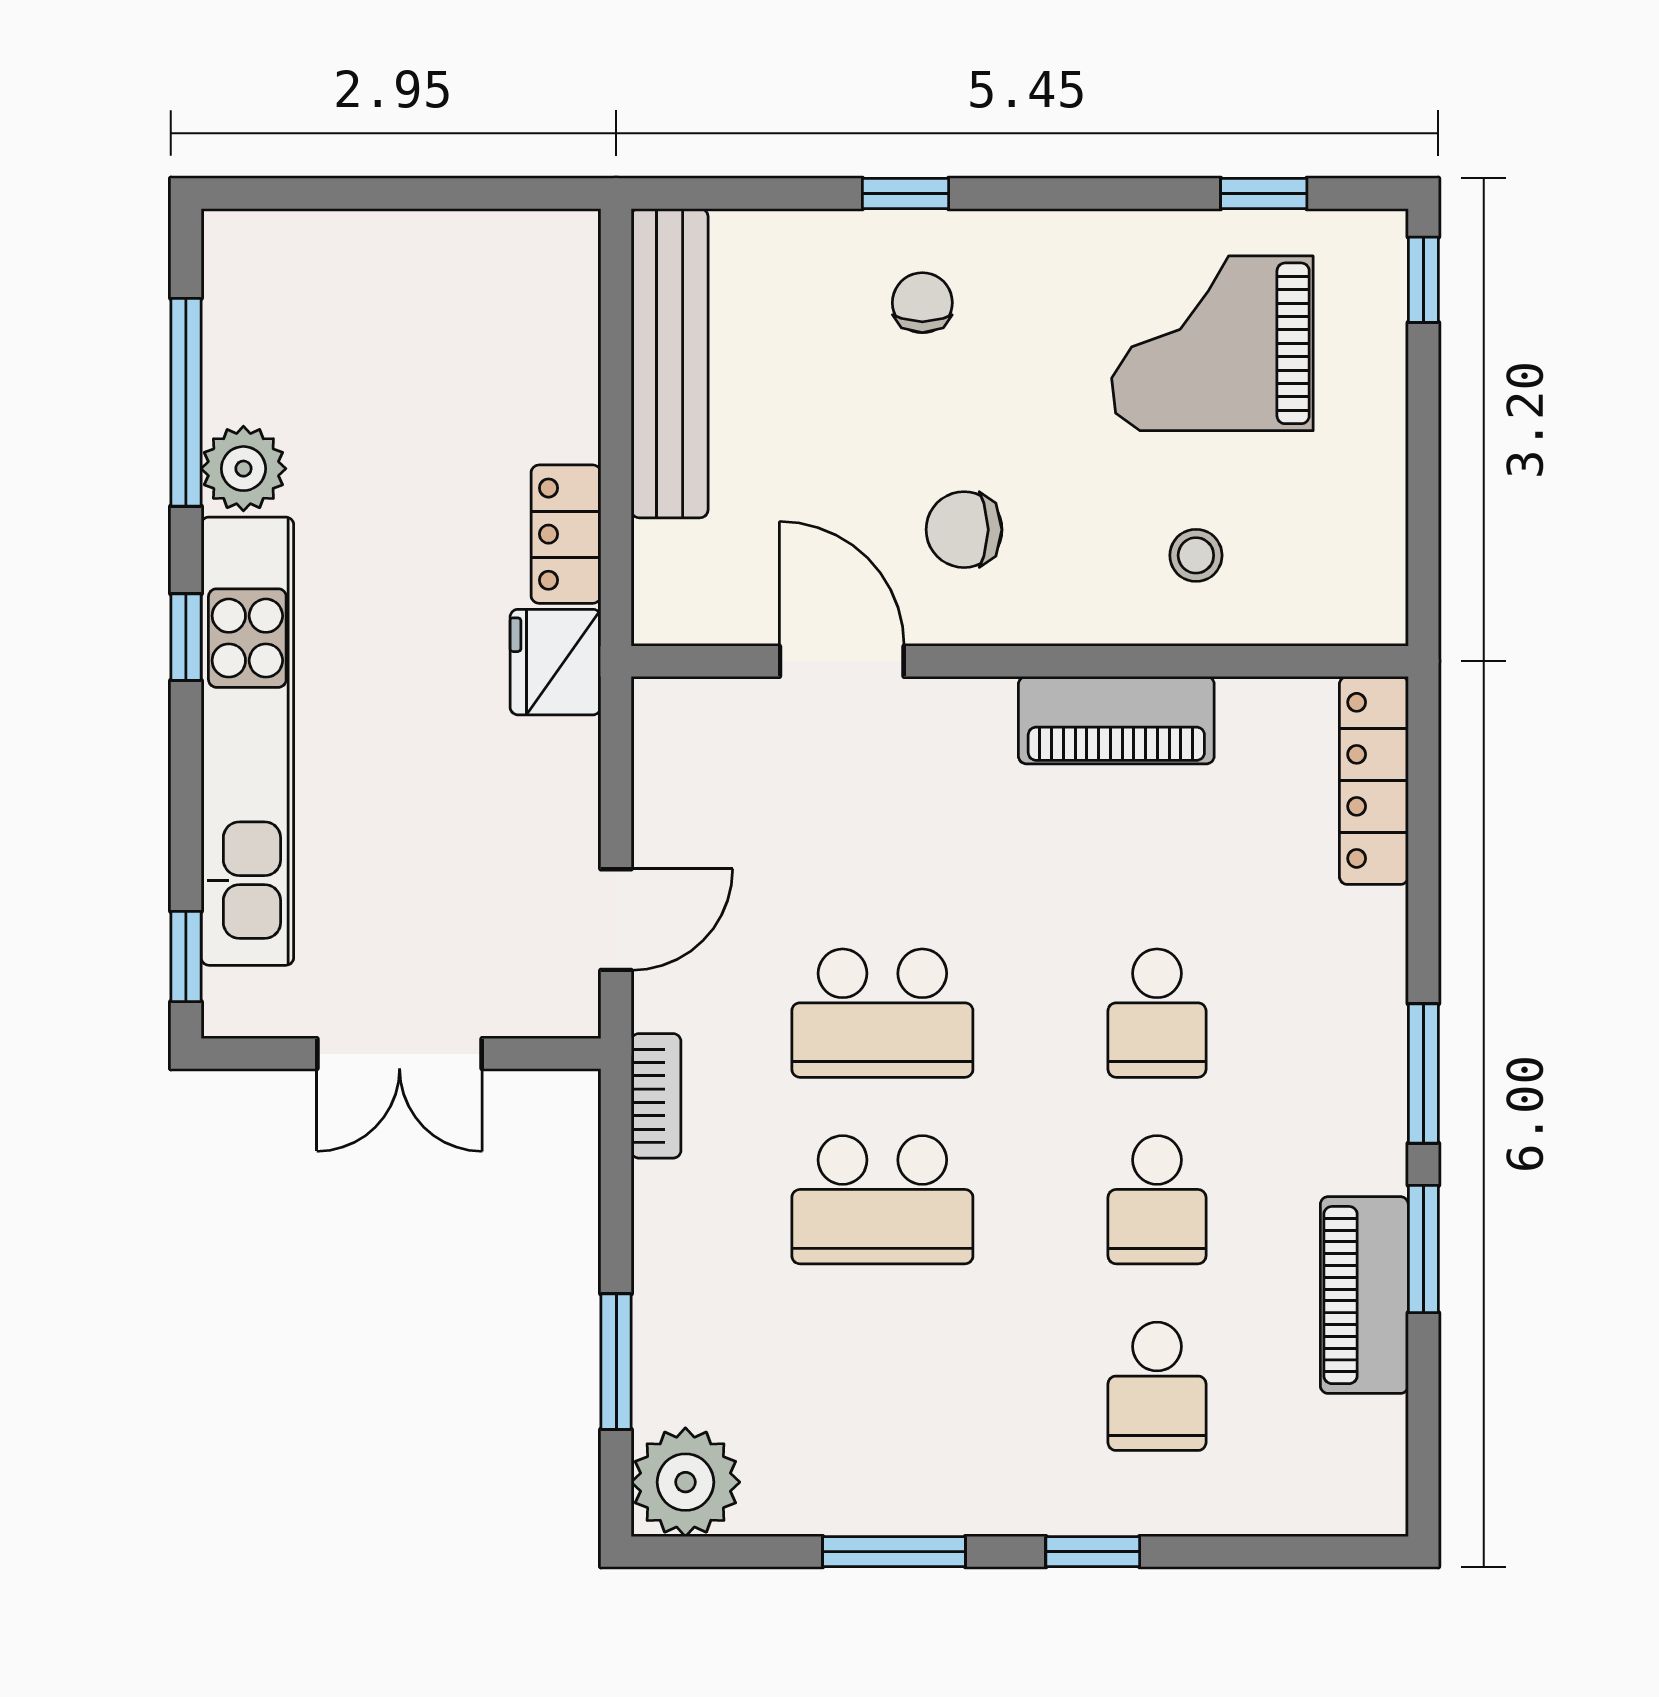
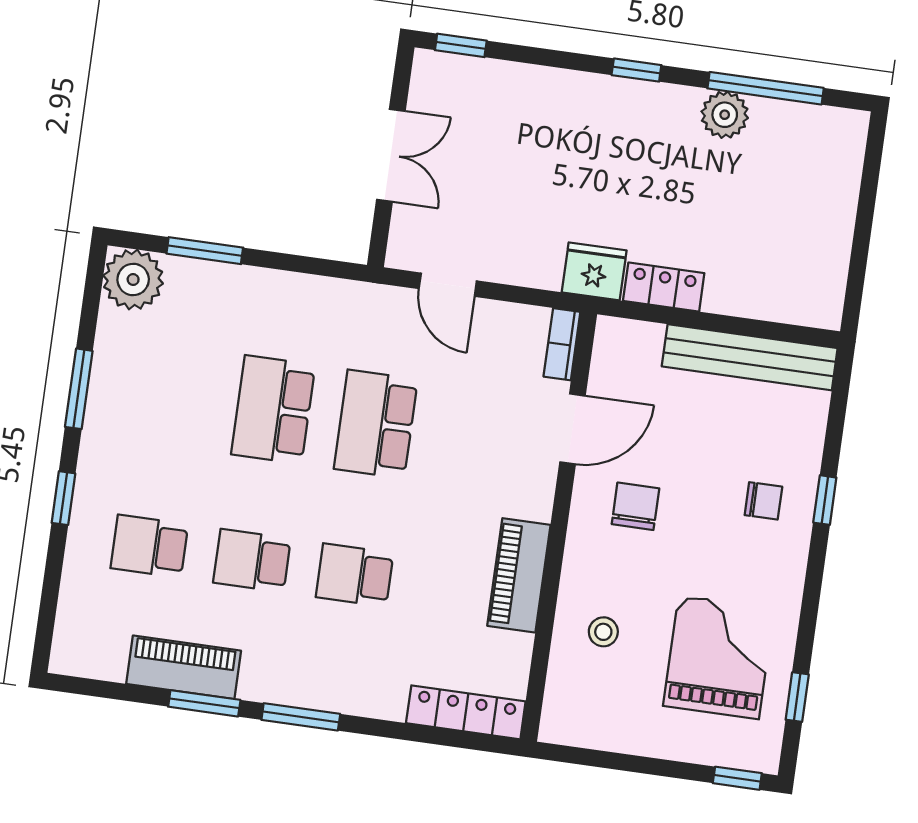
kitchen unit: (247, 741) -> (574, 96), removed
double door: (400, 1054) -> (391, 155), swing flipped
bookcase: (656, 1096) -> (562, 344), moved, turned 90

